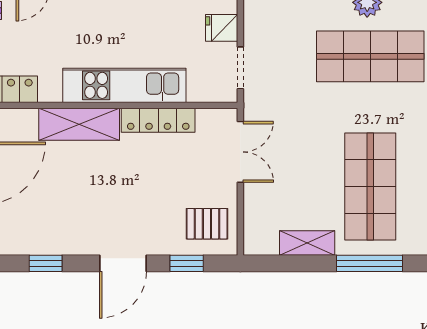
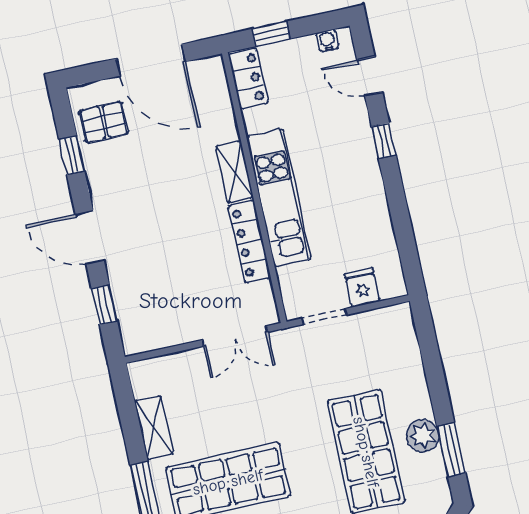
shelving: (79, 124) -> (234, 172), width x0.67, depth x0.75
pallet: (207, 224) -> (104, 122), moved, turned 90

